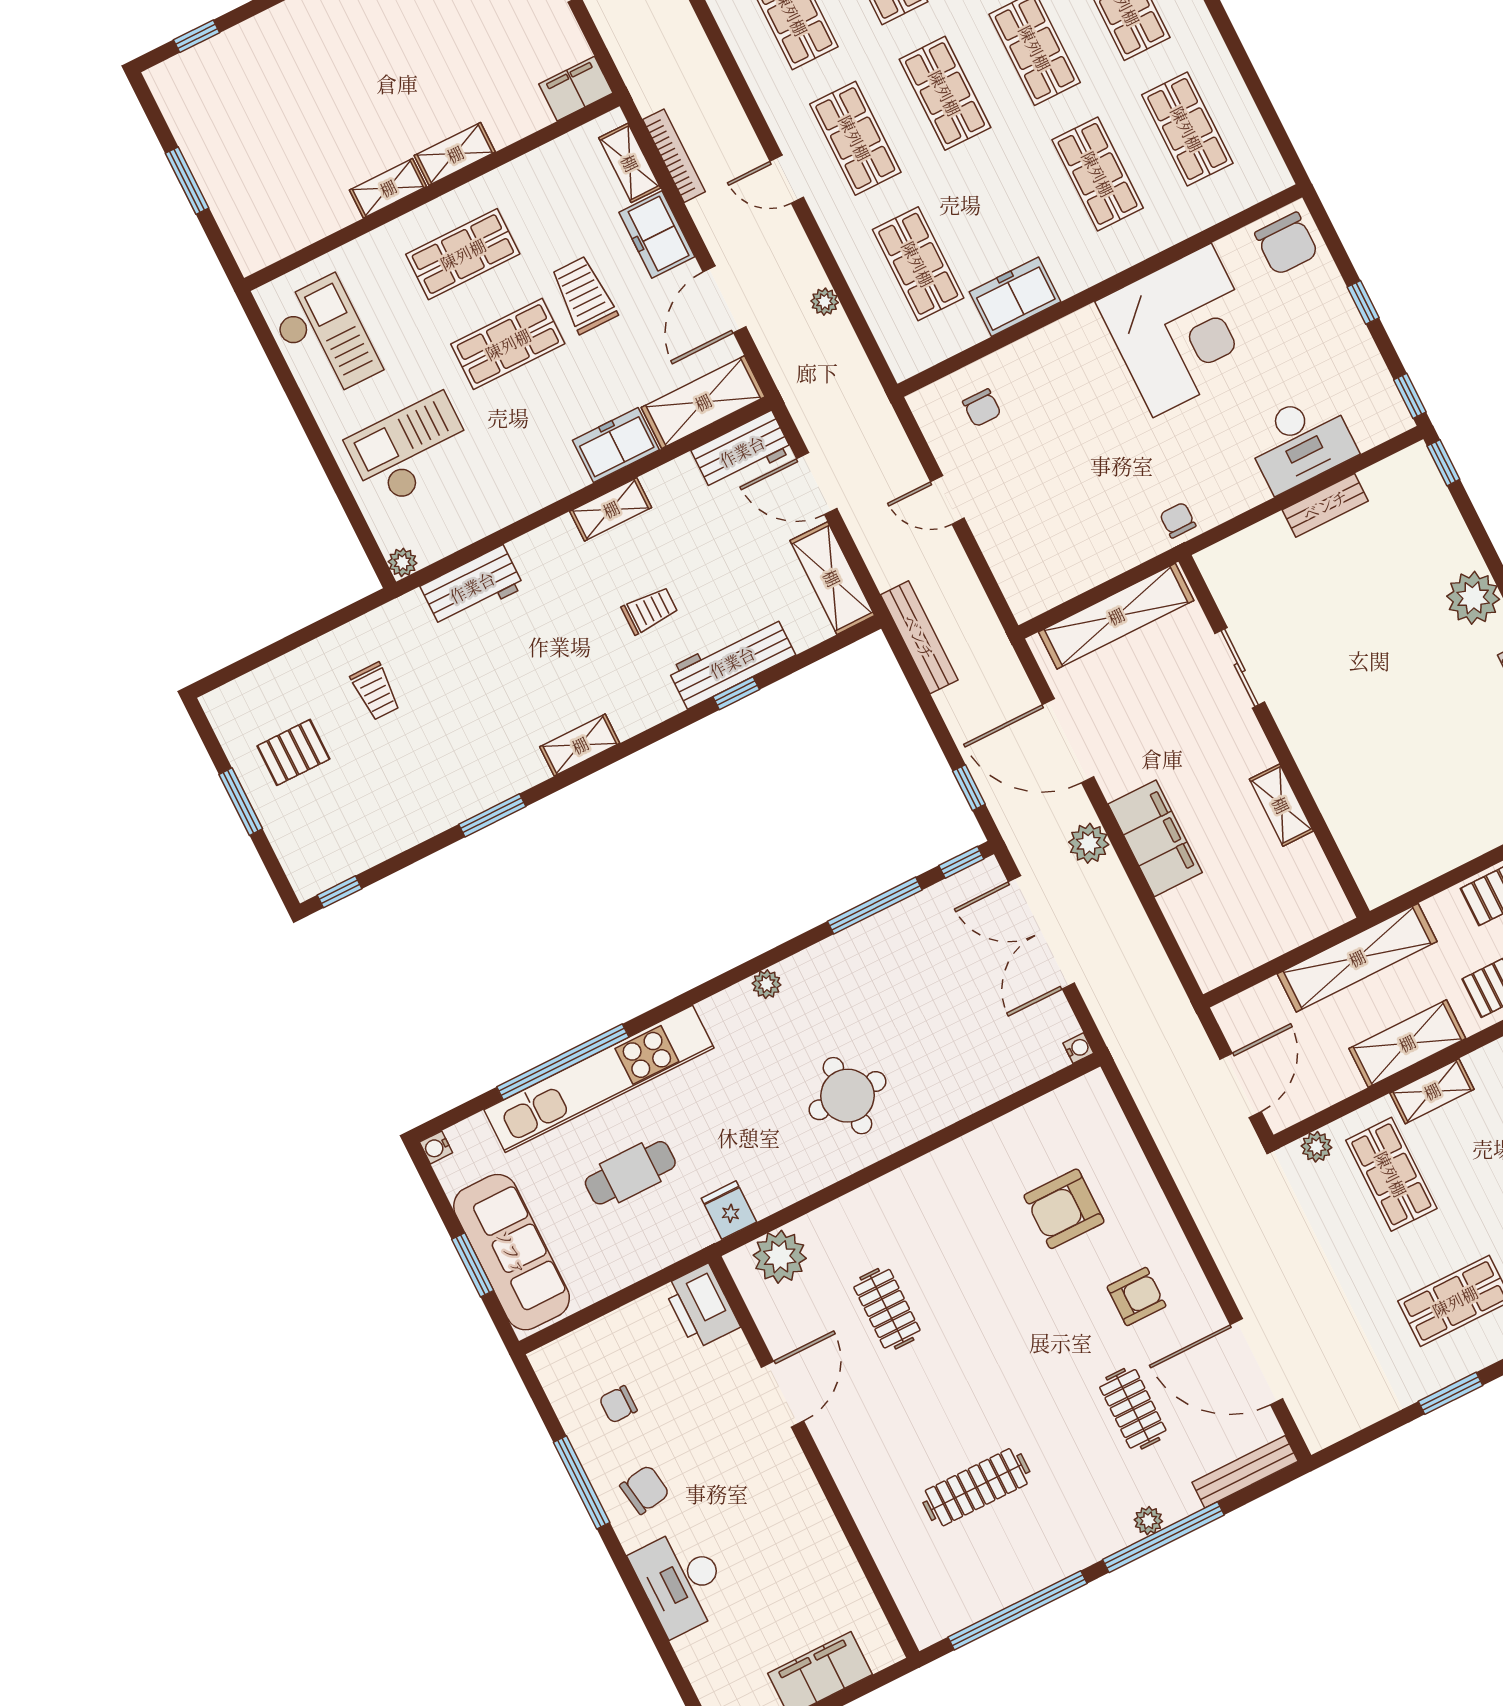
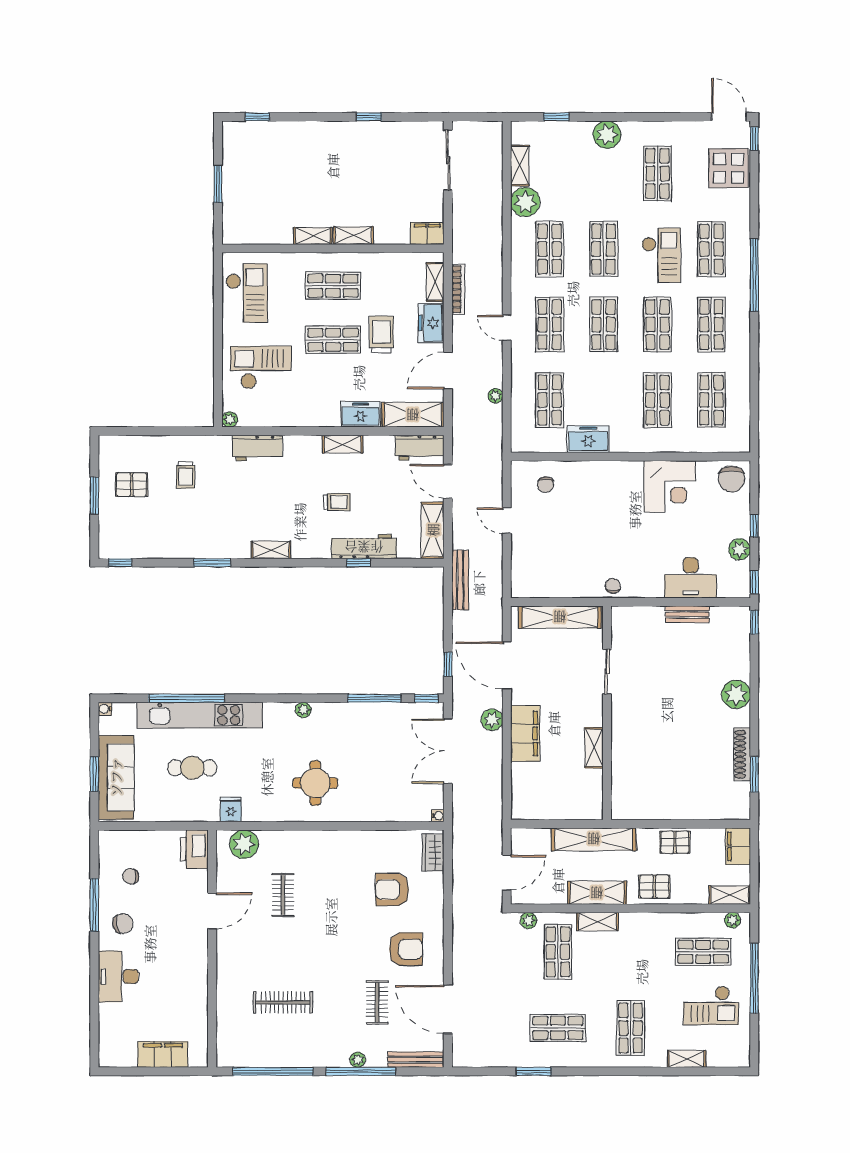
corner desk: (1182, 330) -> (670, 486), width x0.74, depth x0.74
plant: (1358, 354) -> (740, 549), added
wardrobe: (1101, 1113) -> (433, 853), added
armchair: (1136, 1296) -> (406, 949), width x1.38, depth x1.38

